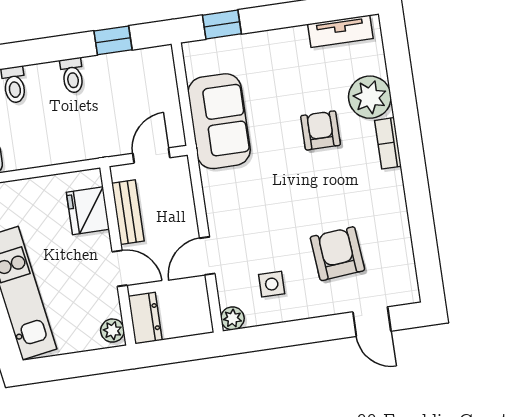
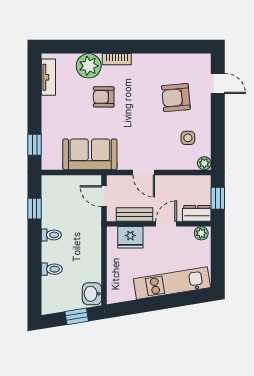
door: (207, 256) -> (144, 173), moved
door: (372, 322) -> (218, 83), hinge flipped
window: (176, 350) -> (218, 198), added

